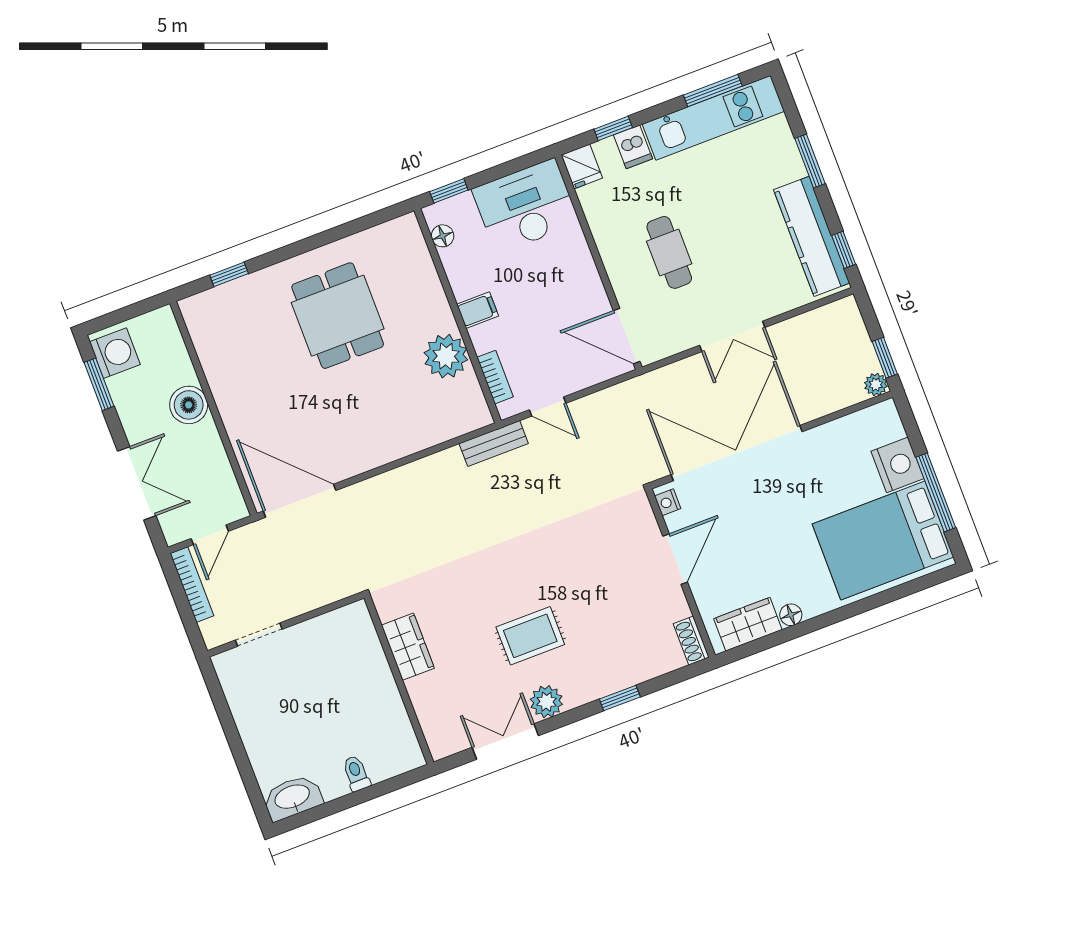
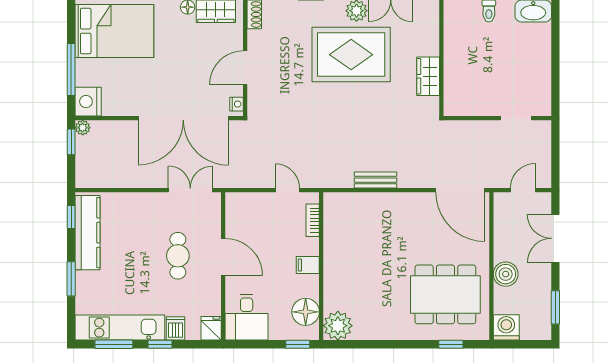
window: (613, 128) -> (160, 344), moved
desk: (526, 206) -> (247, 317), width x0.73
floor lamp: (443, 236) -> (306, 312), width x1.89, depth x1.89
dining table: (338, 316) -> (445, 294), moved, width x1.38
door: (627, 336) -> (223, 257), moved
double door: (732, 336) -> (190, 190), moved
washing machine: (115, 353) -> (506, 327), moved, turned 90
plant: (446, 356) -> (338, 326), moved
bench: (494, 444) -> (376, 180), moved
nightstand: (897, 465) -> (88, 102), moved
window: (936, 492) -> (71, 70), moved
bookcase: (192, 585) -> (545, 164), removed
rug: (530, 636) -> (351, 55), width x1.86, depth x2.06

